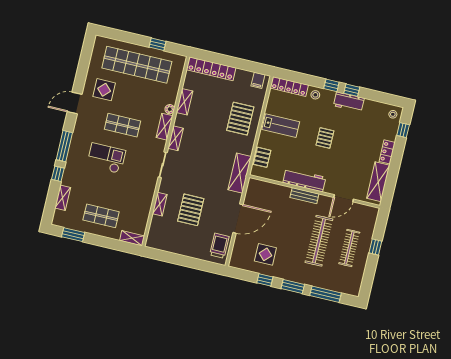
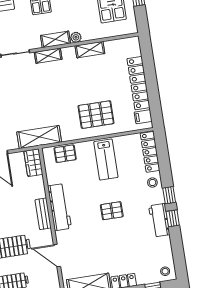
locker: (211, 69) -> (138, 83), moved
wardrobe: (259, 186) -> (33, 163), added

